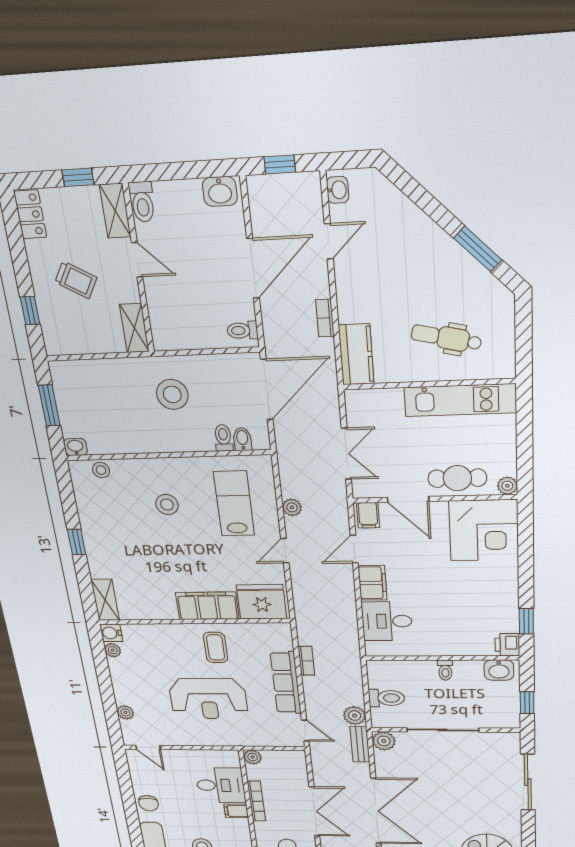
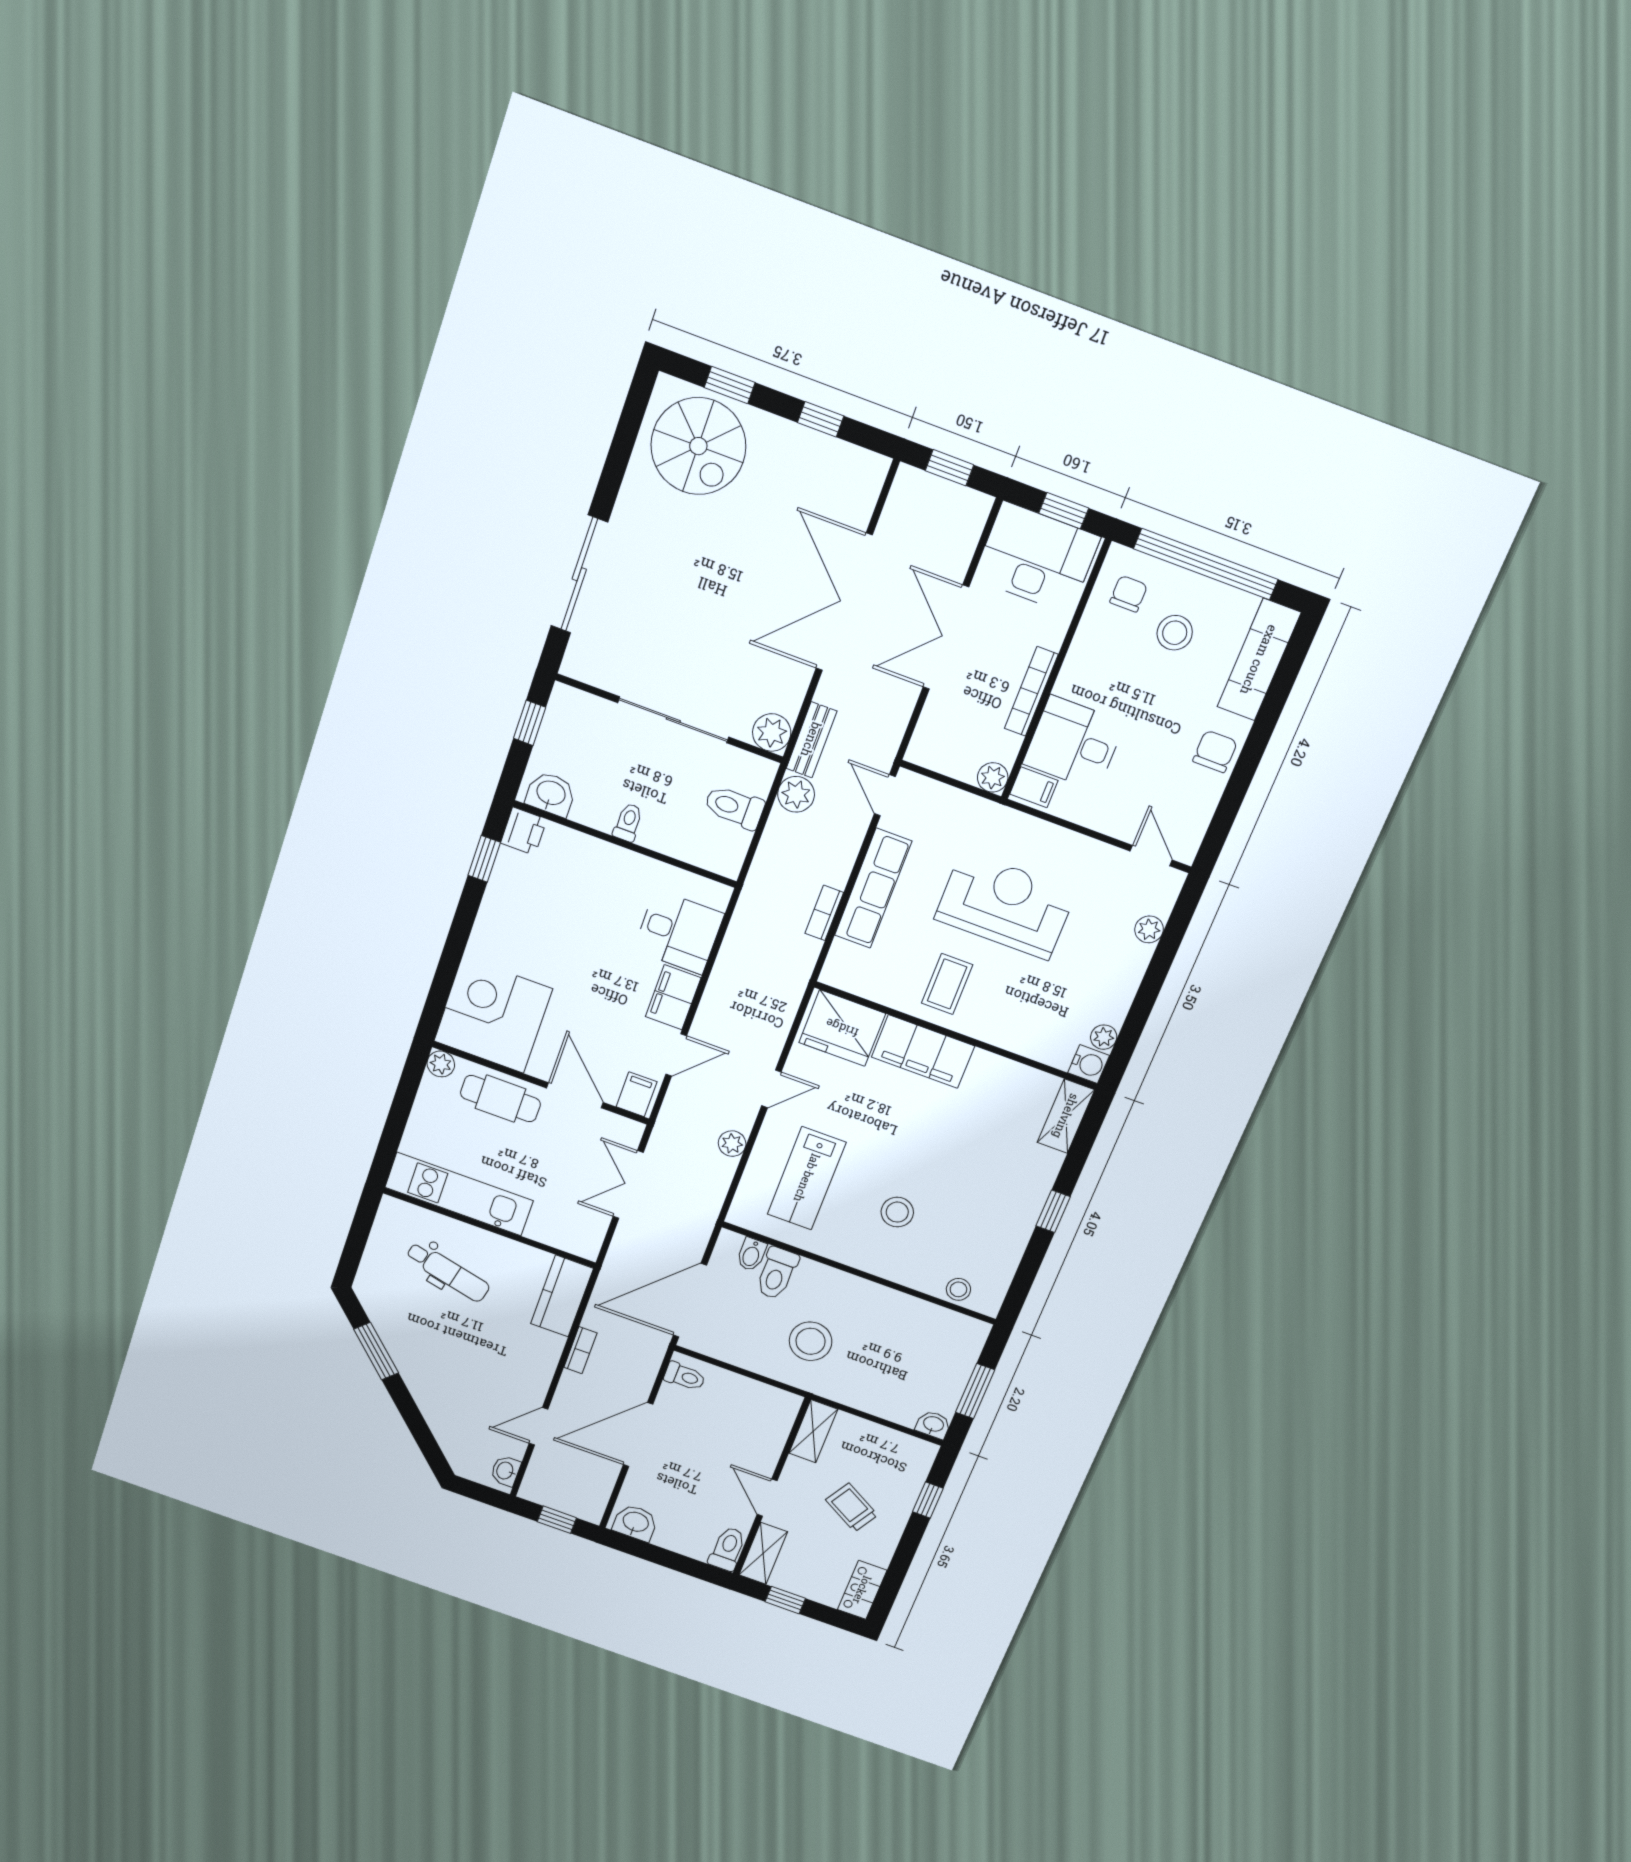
toilet: (223, 438) -> (777, 1273), width x1.37, depth x1.39
washbasin: (75, 447) -> (933, 1425), moved, turned 180
filing cabinet: (236, 811) -> (1034, 787), moved

